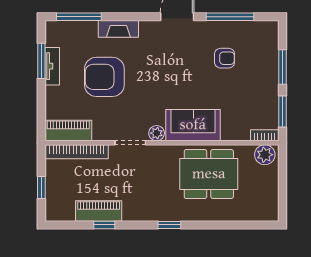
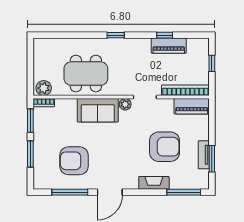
armchair: (225, 58) -> (74, 161), width x1.88, depth x1.88

